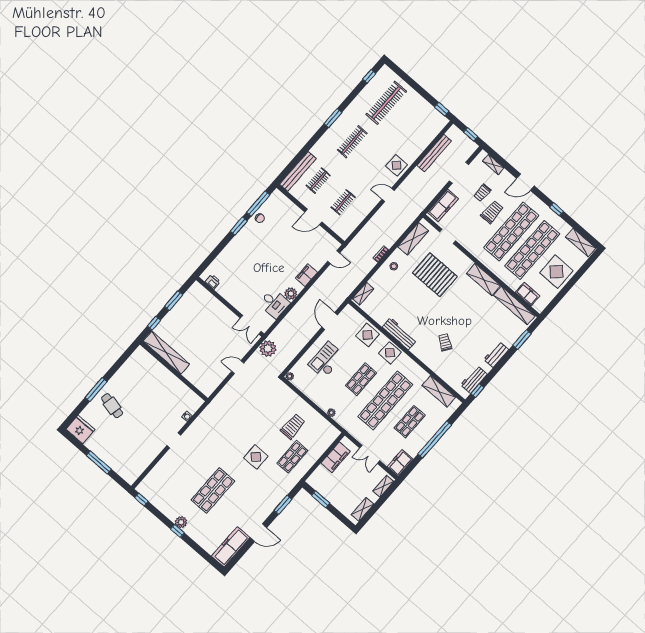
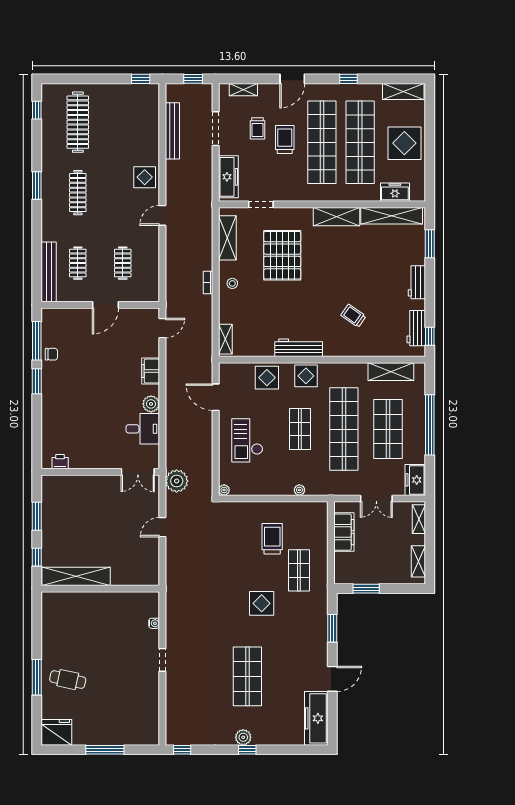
pallet: (435, 275) -> (282, 255), turned 90
shop shelf: (410, 422) -> (388, 429), width x1.43, depth x1.36

